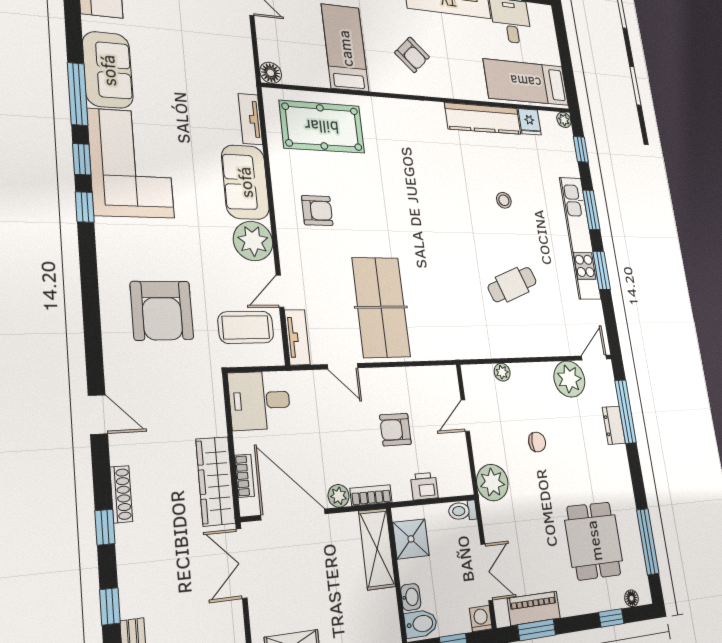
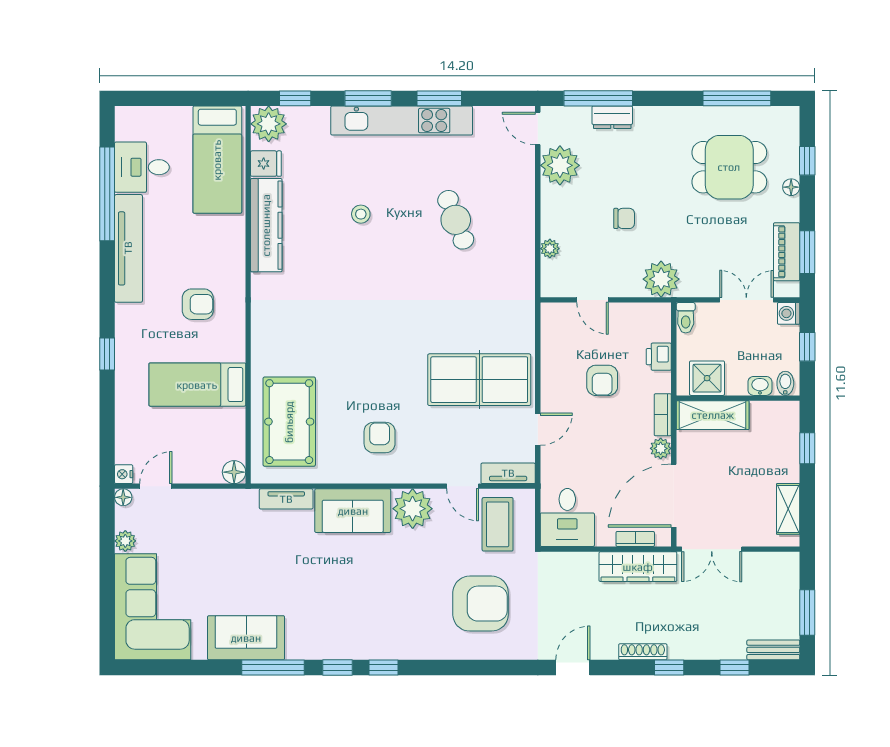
armchair: (412, 55) -> (198, 304), turned 44
plant: (564, 120) -> (269, 124), width x1.87, depth x1.87
corner sofa: (131, 163) -> (339, 622), removed
chair: (537, 442) -> (624, 218), turned 90
floor lamp: (631, 598) -> (791, 187), moved
bidet: (421, 624) -> (785, 383), width x0.72, depth x0.74

